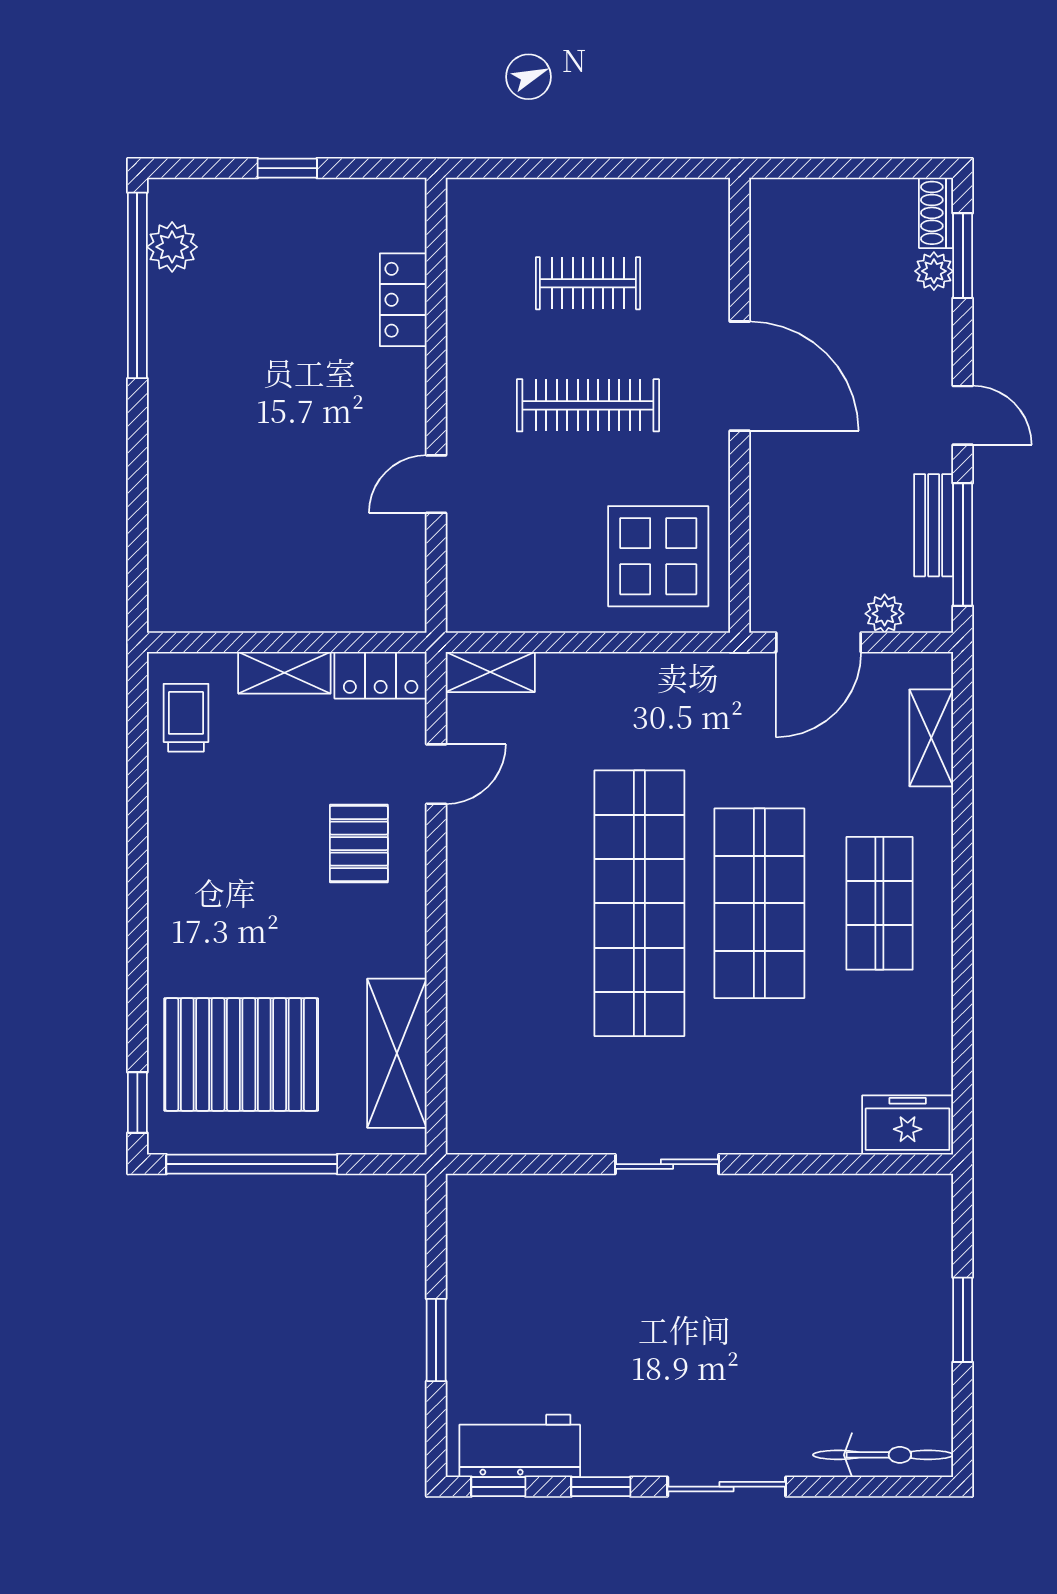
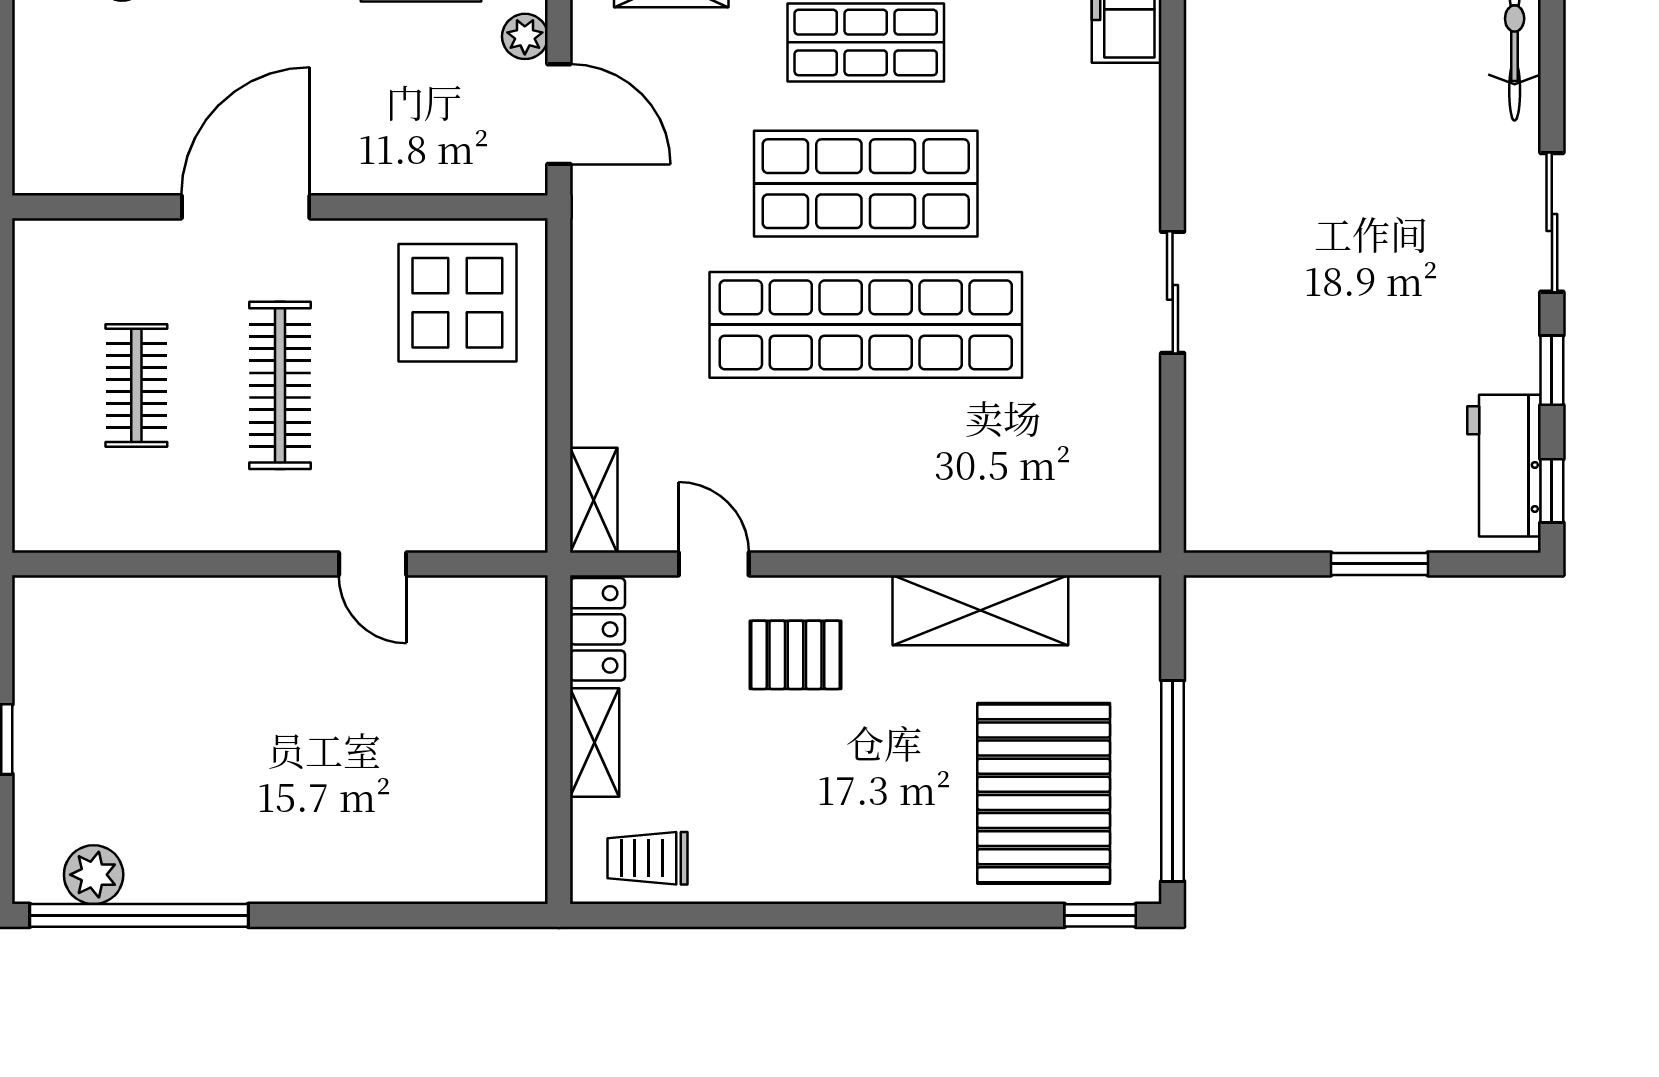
locker: (403, 300) -> (156, 603), removed
shelving: (397, 1053) -> (980, 610), moved

